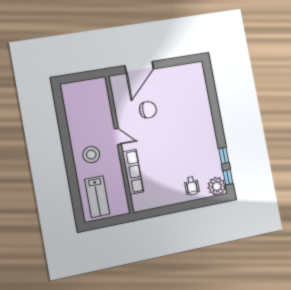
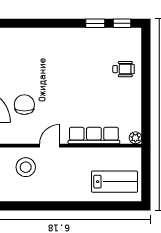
stool: (91, 155) -> (26, 167), moved
plant: (217, 186) -> (135, 138), moved, width x0.53, depth x0.53

